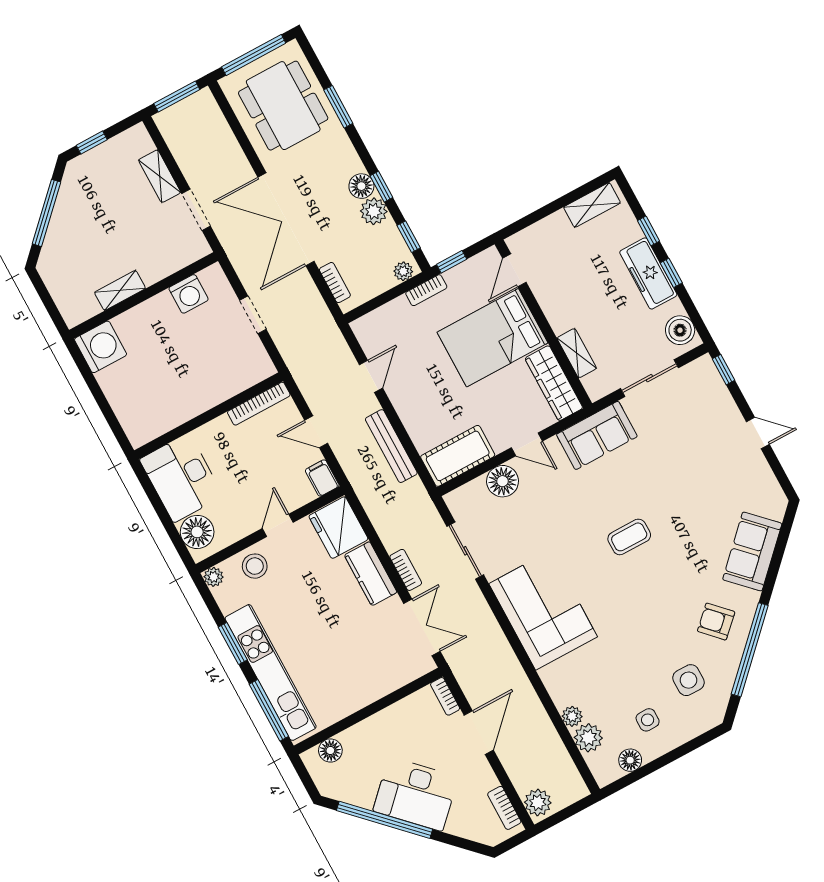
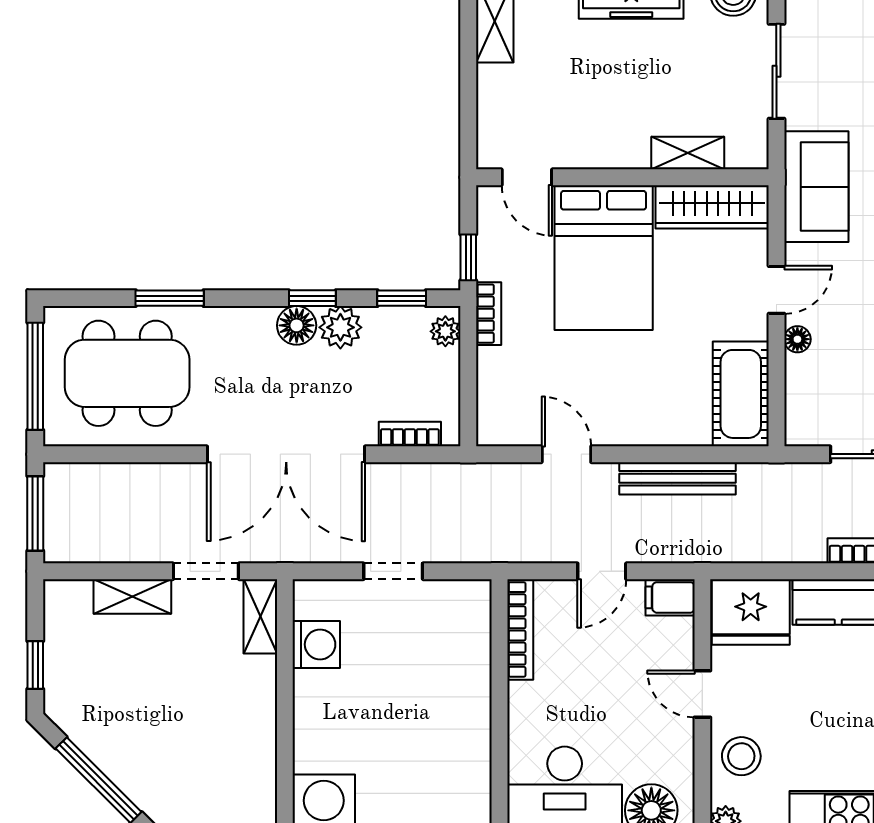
shelving: (120, 290) -> (260, 616), moved
floor lamp: (503, 481) -> (797, 339), width x0.53, depth x0.53

